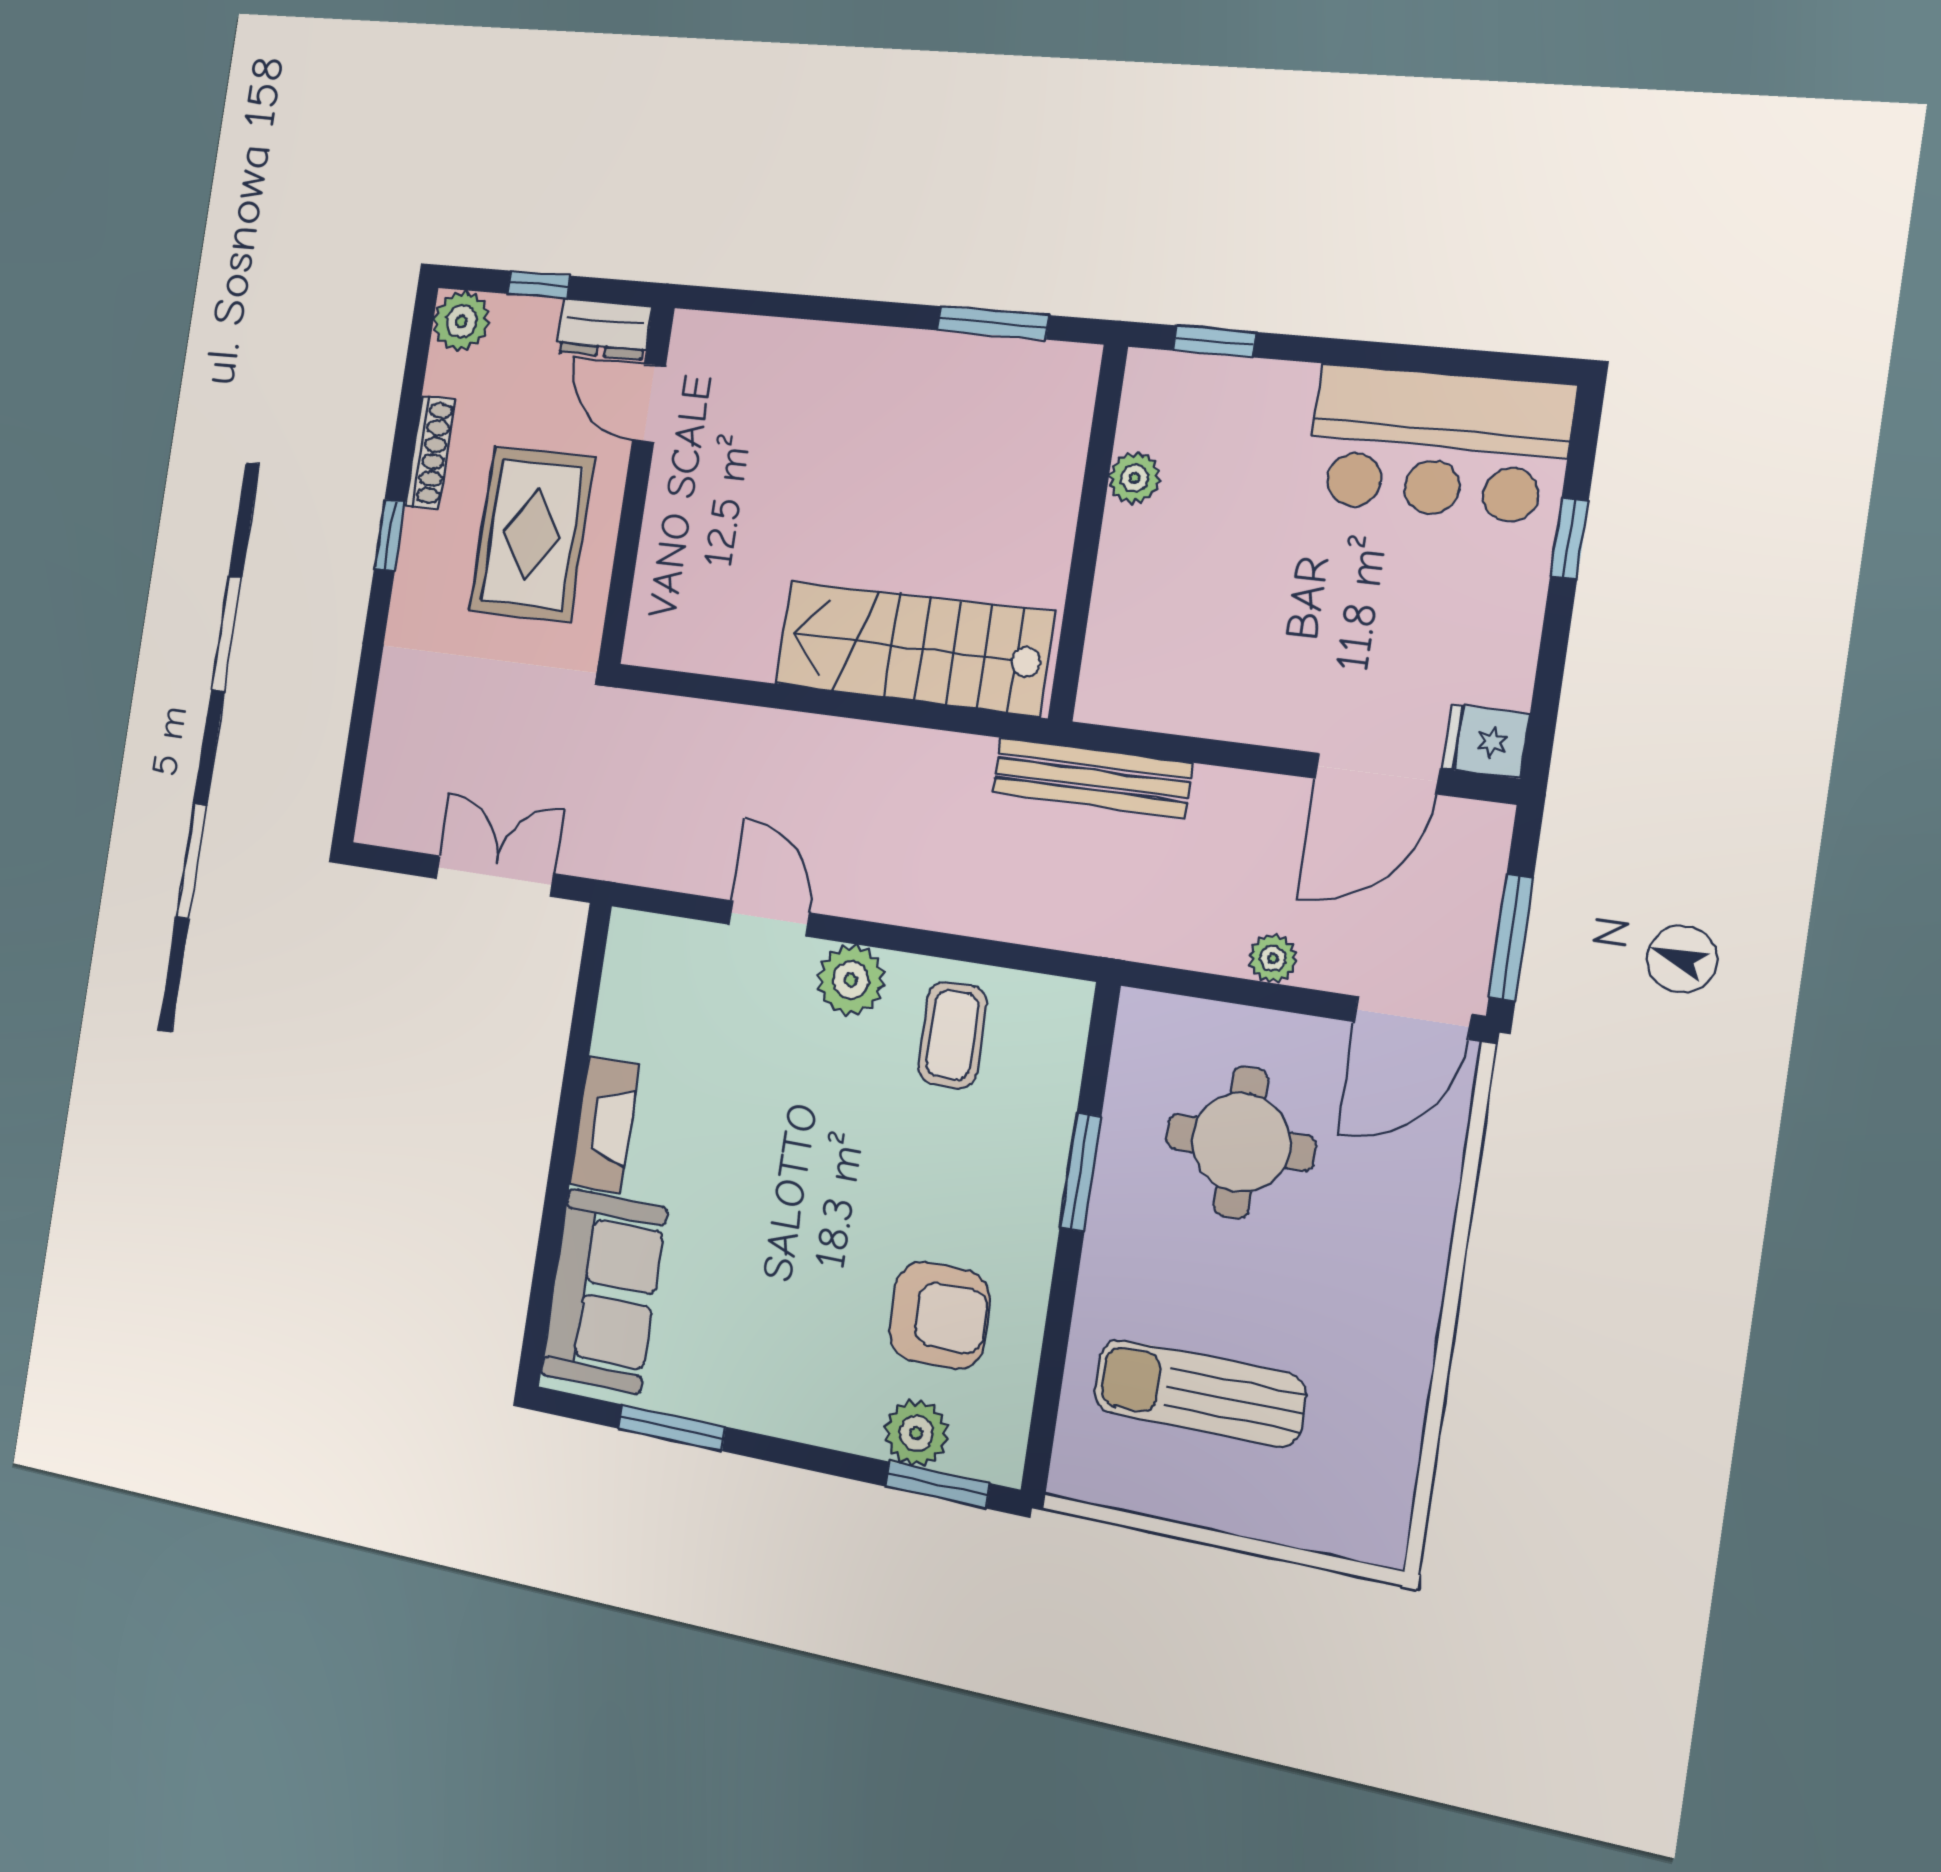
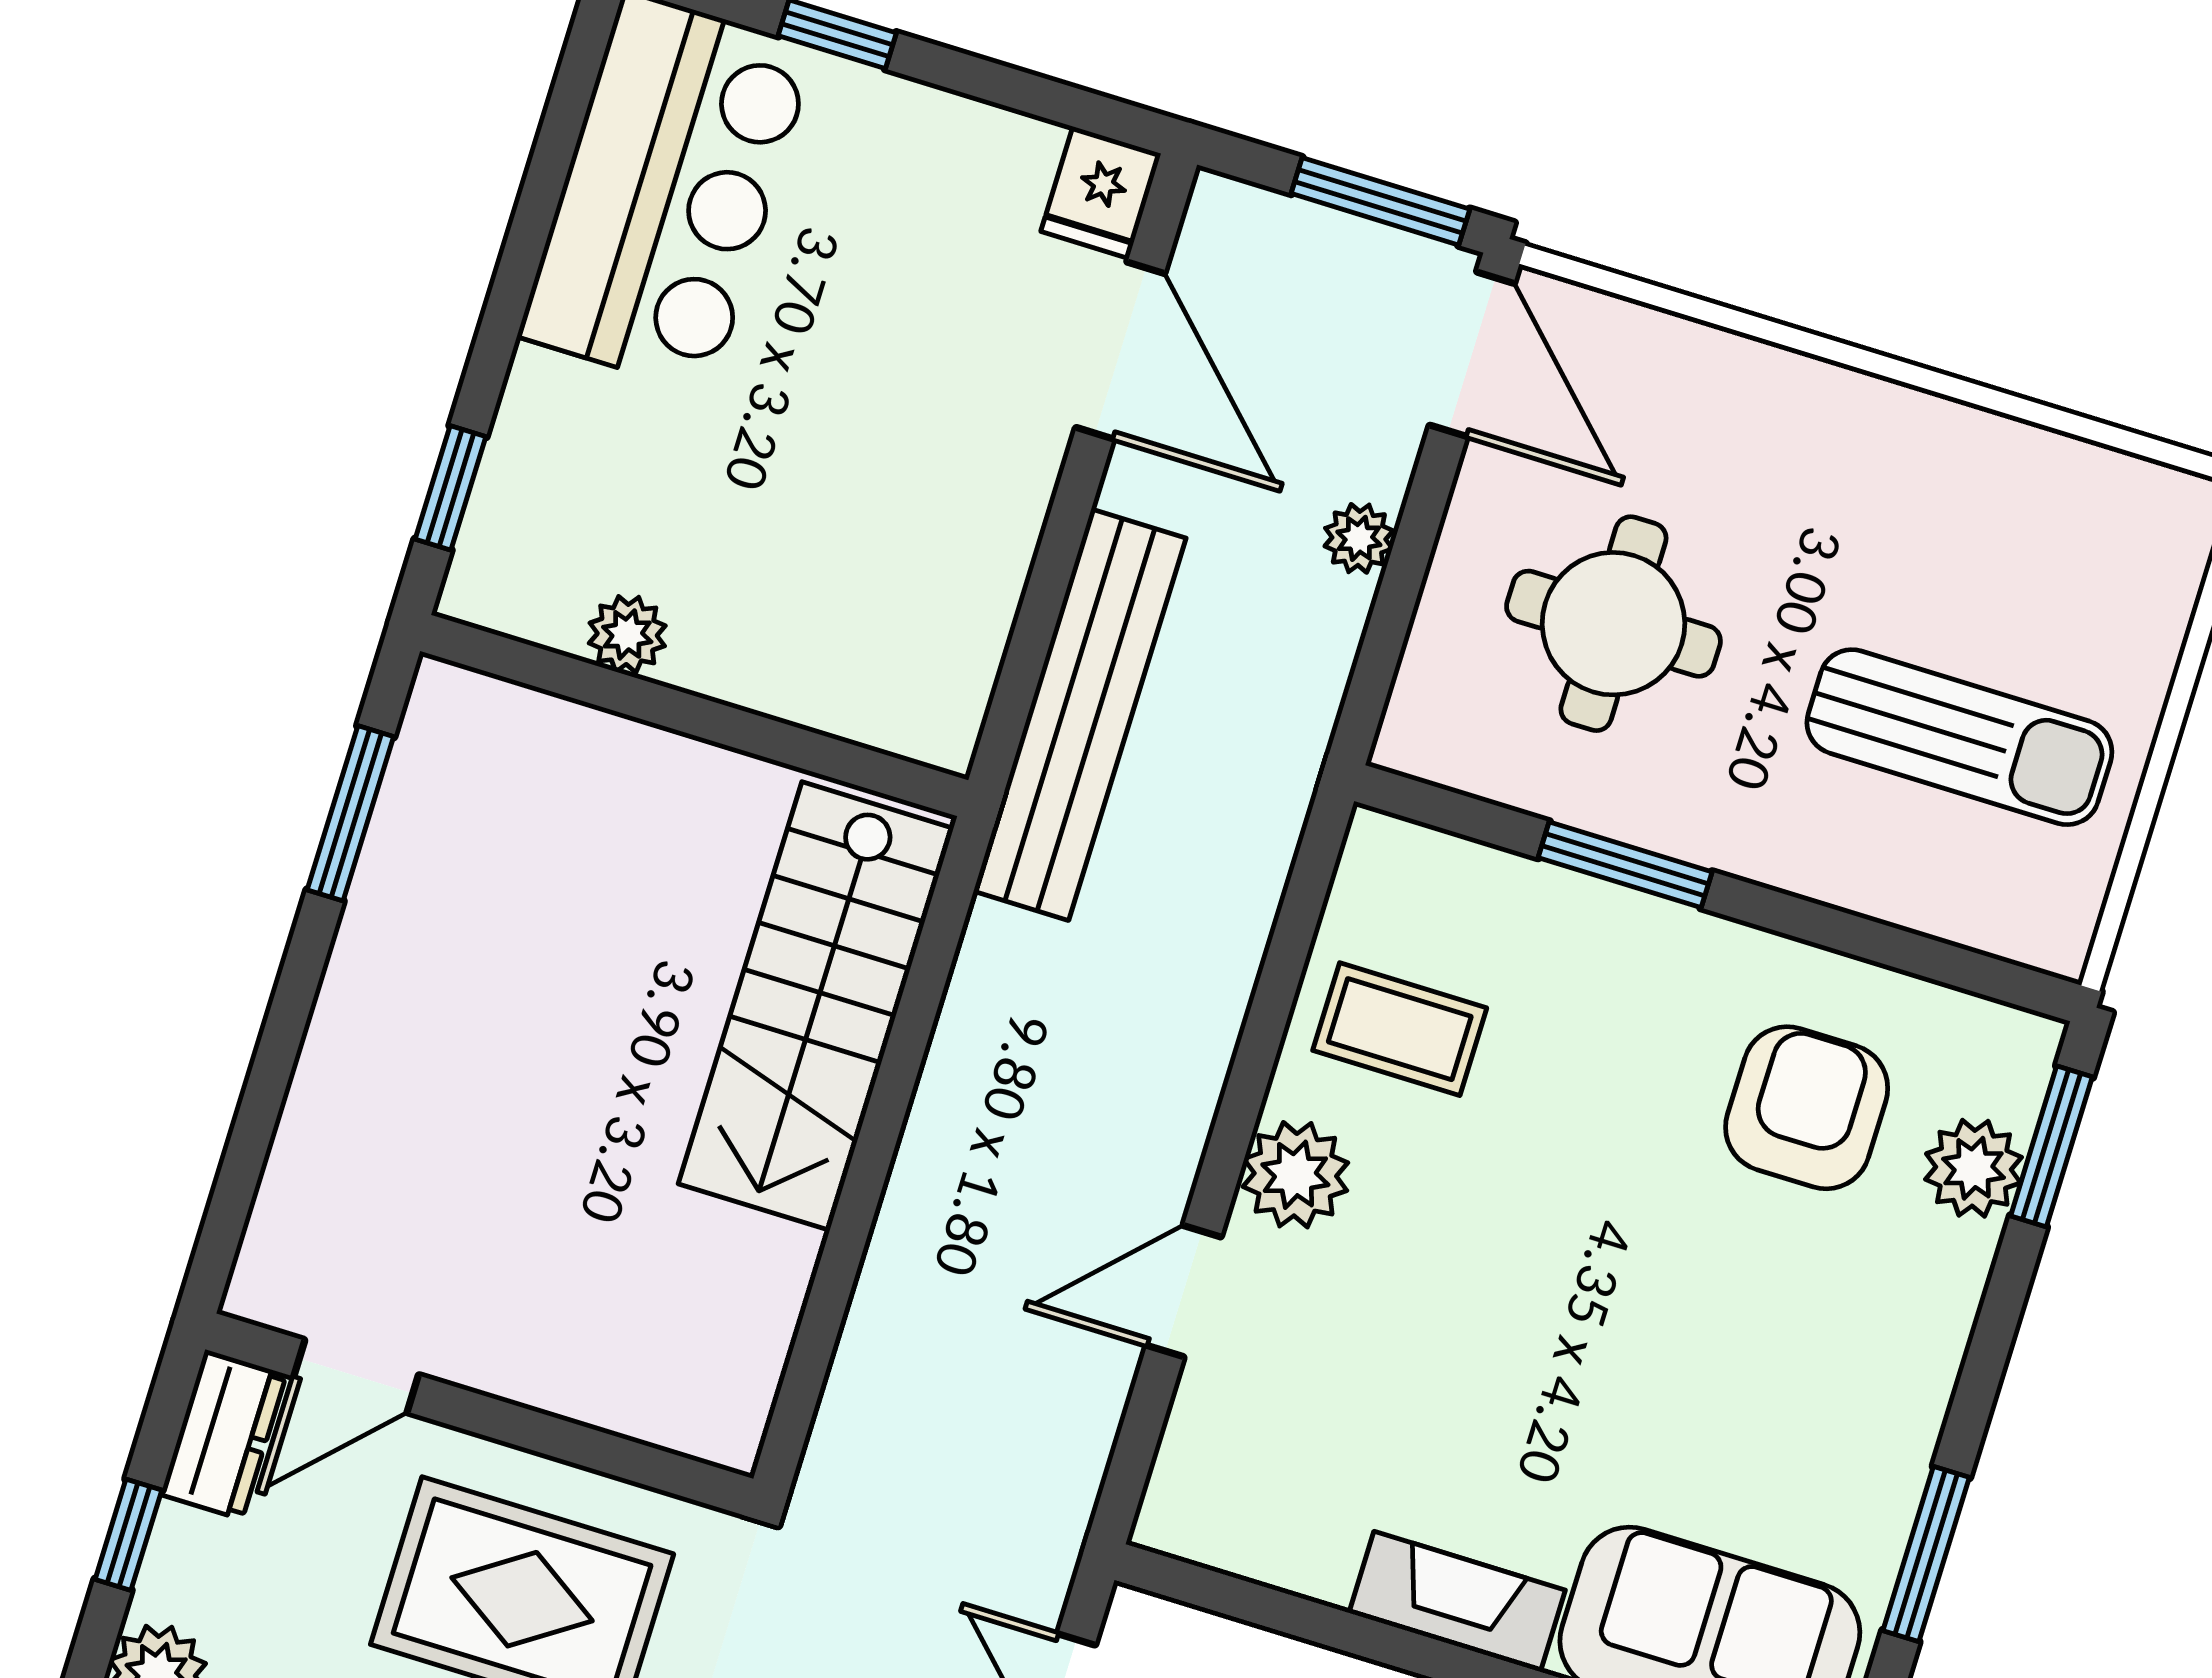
bench: (1092, 778) -> (1080, 715), width x1.37, depth x1.21
sun lounger: (1199, 1393) -> (1959, 737), turned -90

